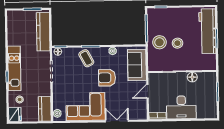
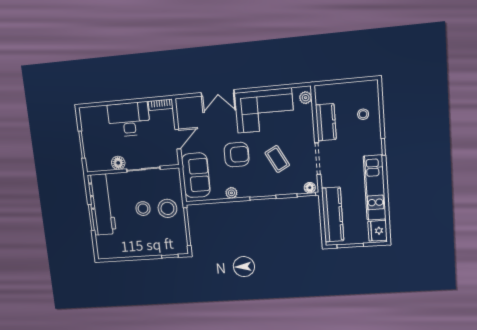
workbench: (207, 31) -> (102, 205), moved
coffee table: (86, 58) -> (277, 159), moved
kitchen unit: (14, 68) -> (375, 188), moved
kitchen counter: (45, 109) -> (326, 122), moved
fridge: (15, 115) -> (377, 231), moved

